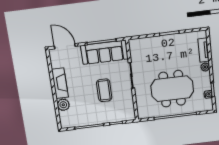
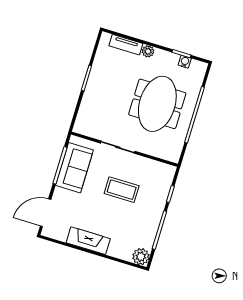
sofa: (104, 52) -> (74, 168), width x0.73
plant: (63, 105) -> (141, 257), moved

